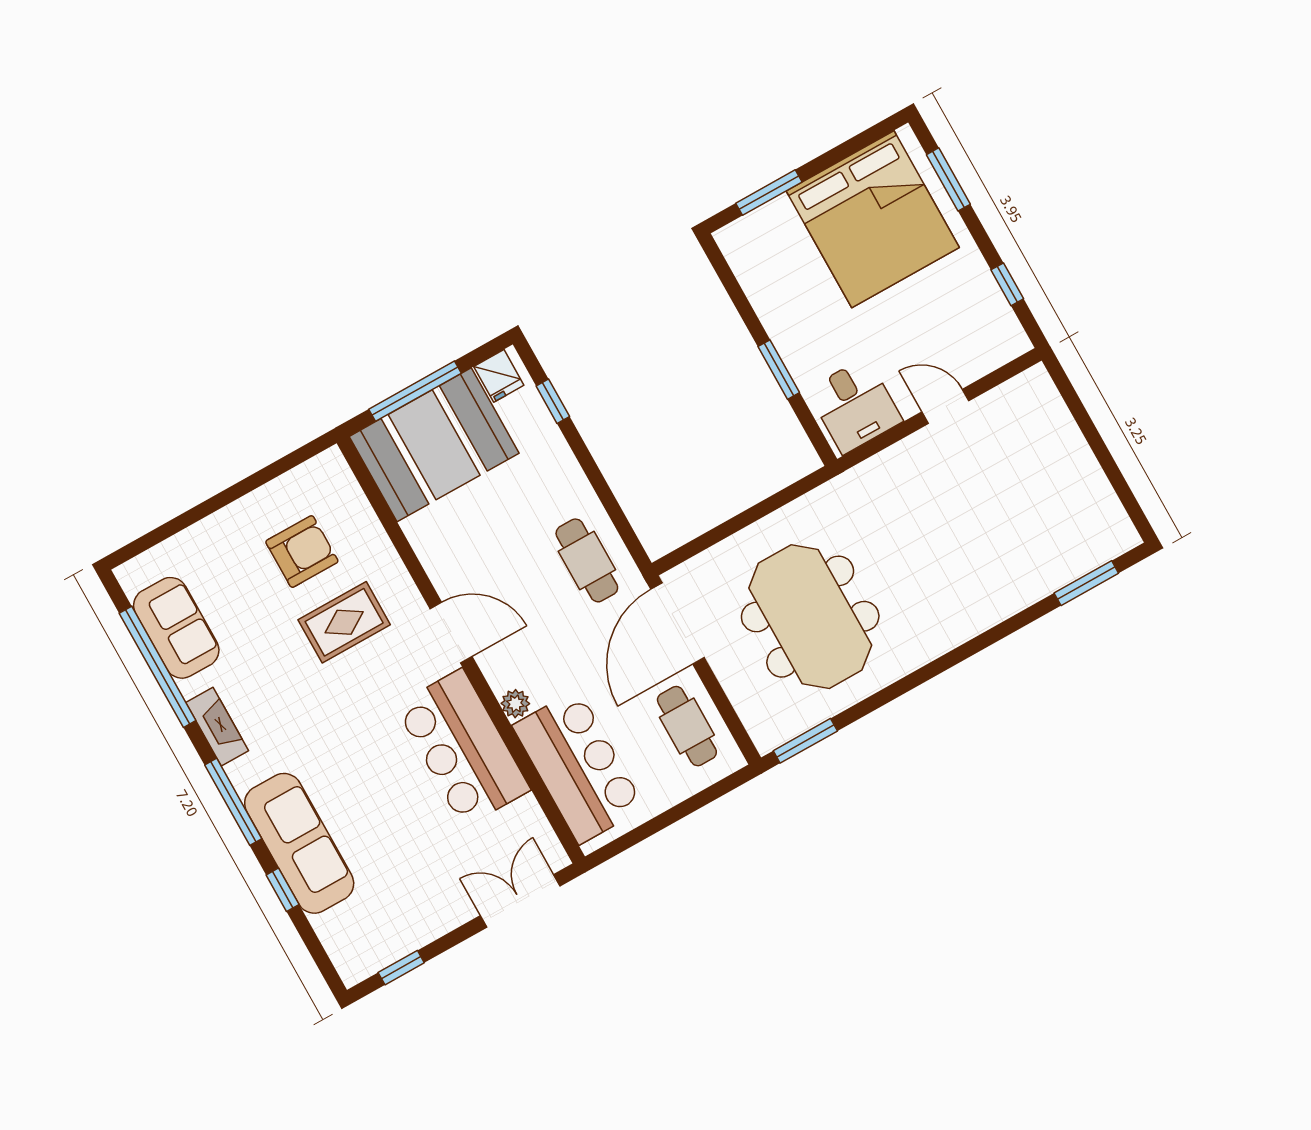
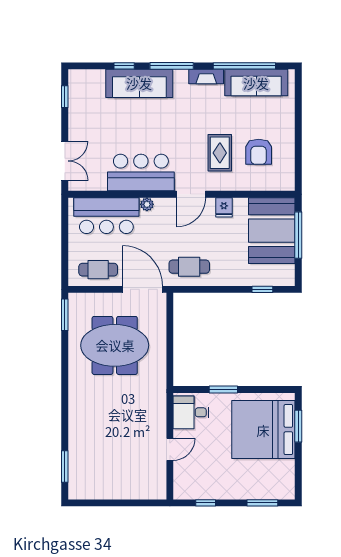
bed: (873, 219) -> (263, 430), moved
fridge: (499, 376) -> (224, 207), moved, turned -90
sofa: (176, 628) -> (256, 83), width x1.36

